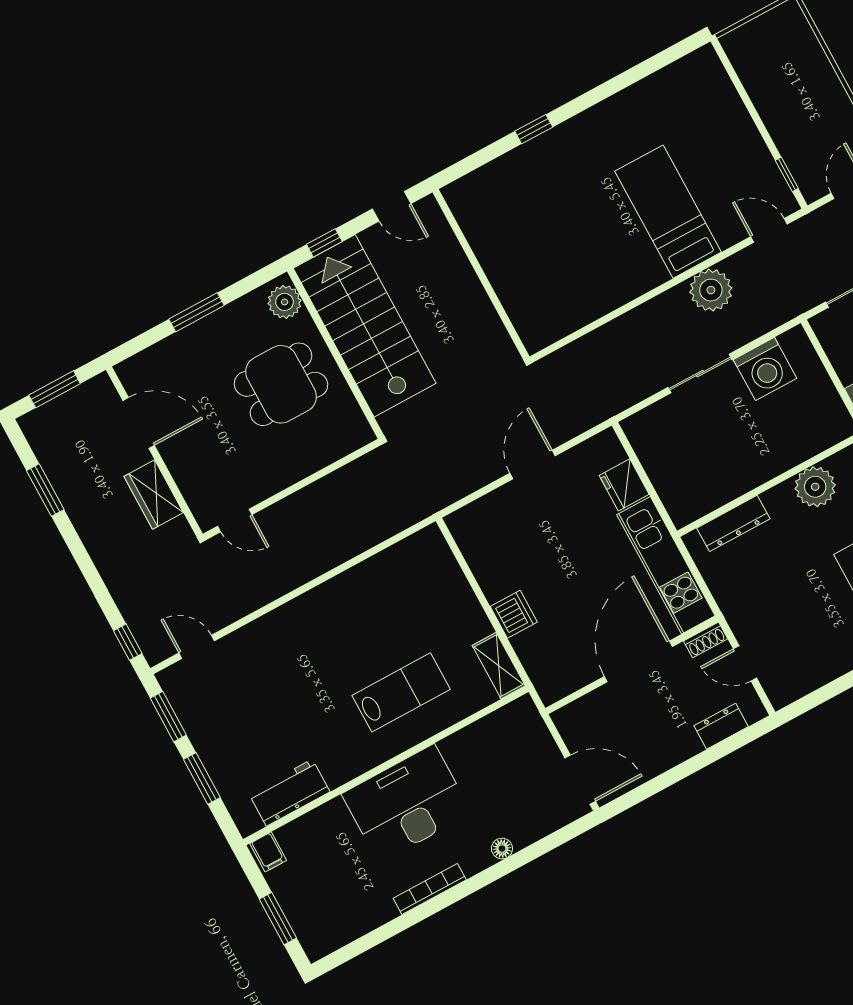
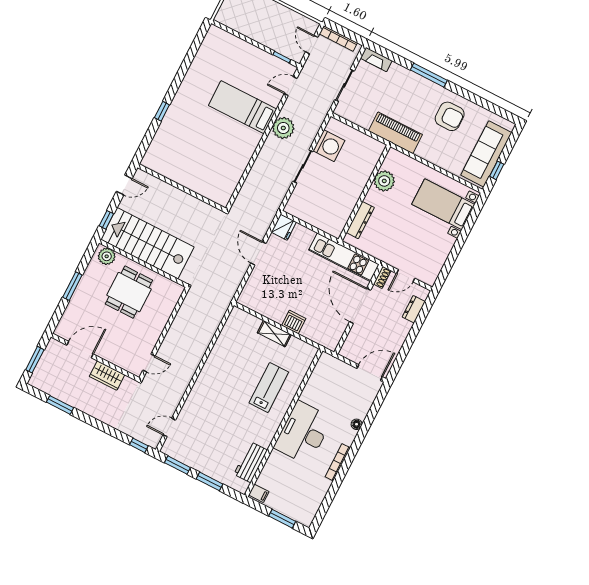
fridge: (624, 485) -> (284, 227), moved, turned -90
shelving: (499, 666) -> (274, 334), moved

